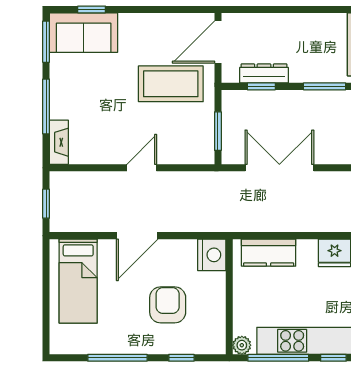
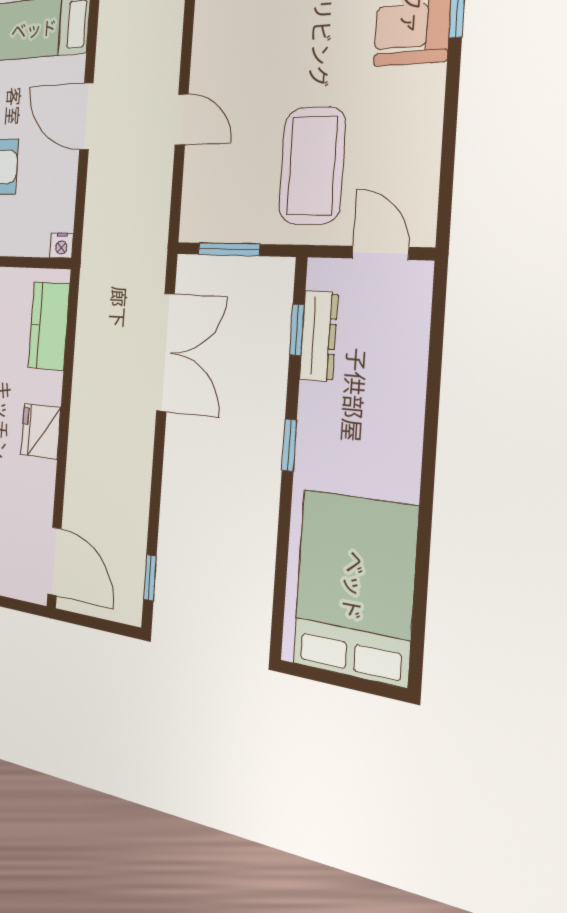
door: (218, 42) -> (380, 253), width x0.73
window: (325, 86) -> (289, 445), width x0.67
nightstand: (212, 255) -> (61, 245), width x0.53, depth x0.56

